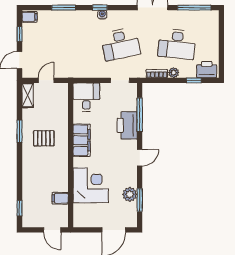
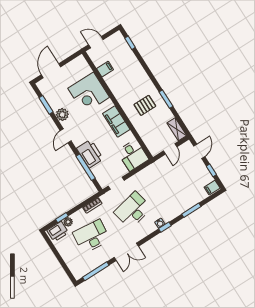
plant: (174, 73) -> (68, 222), moved
plant: (130, 194) -> (62, 115), moved

